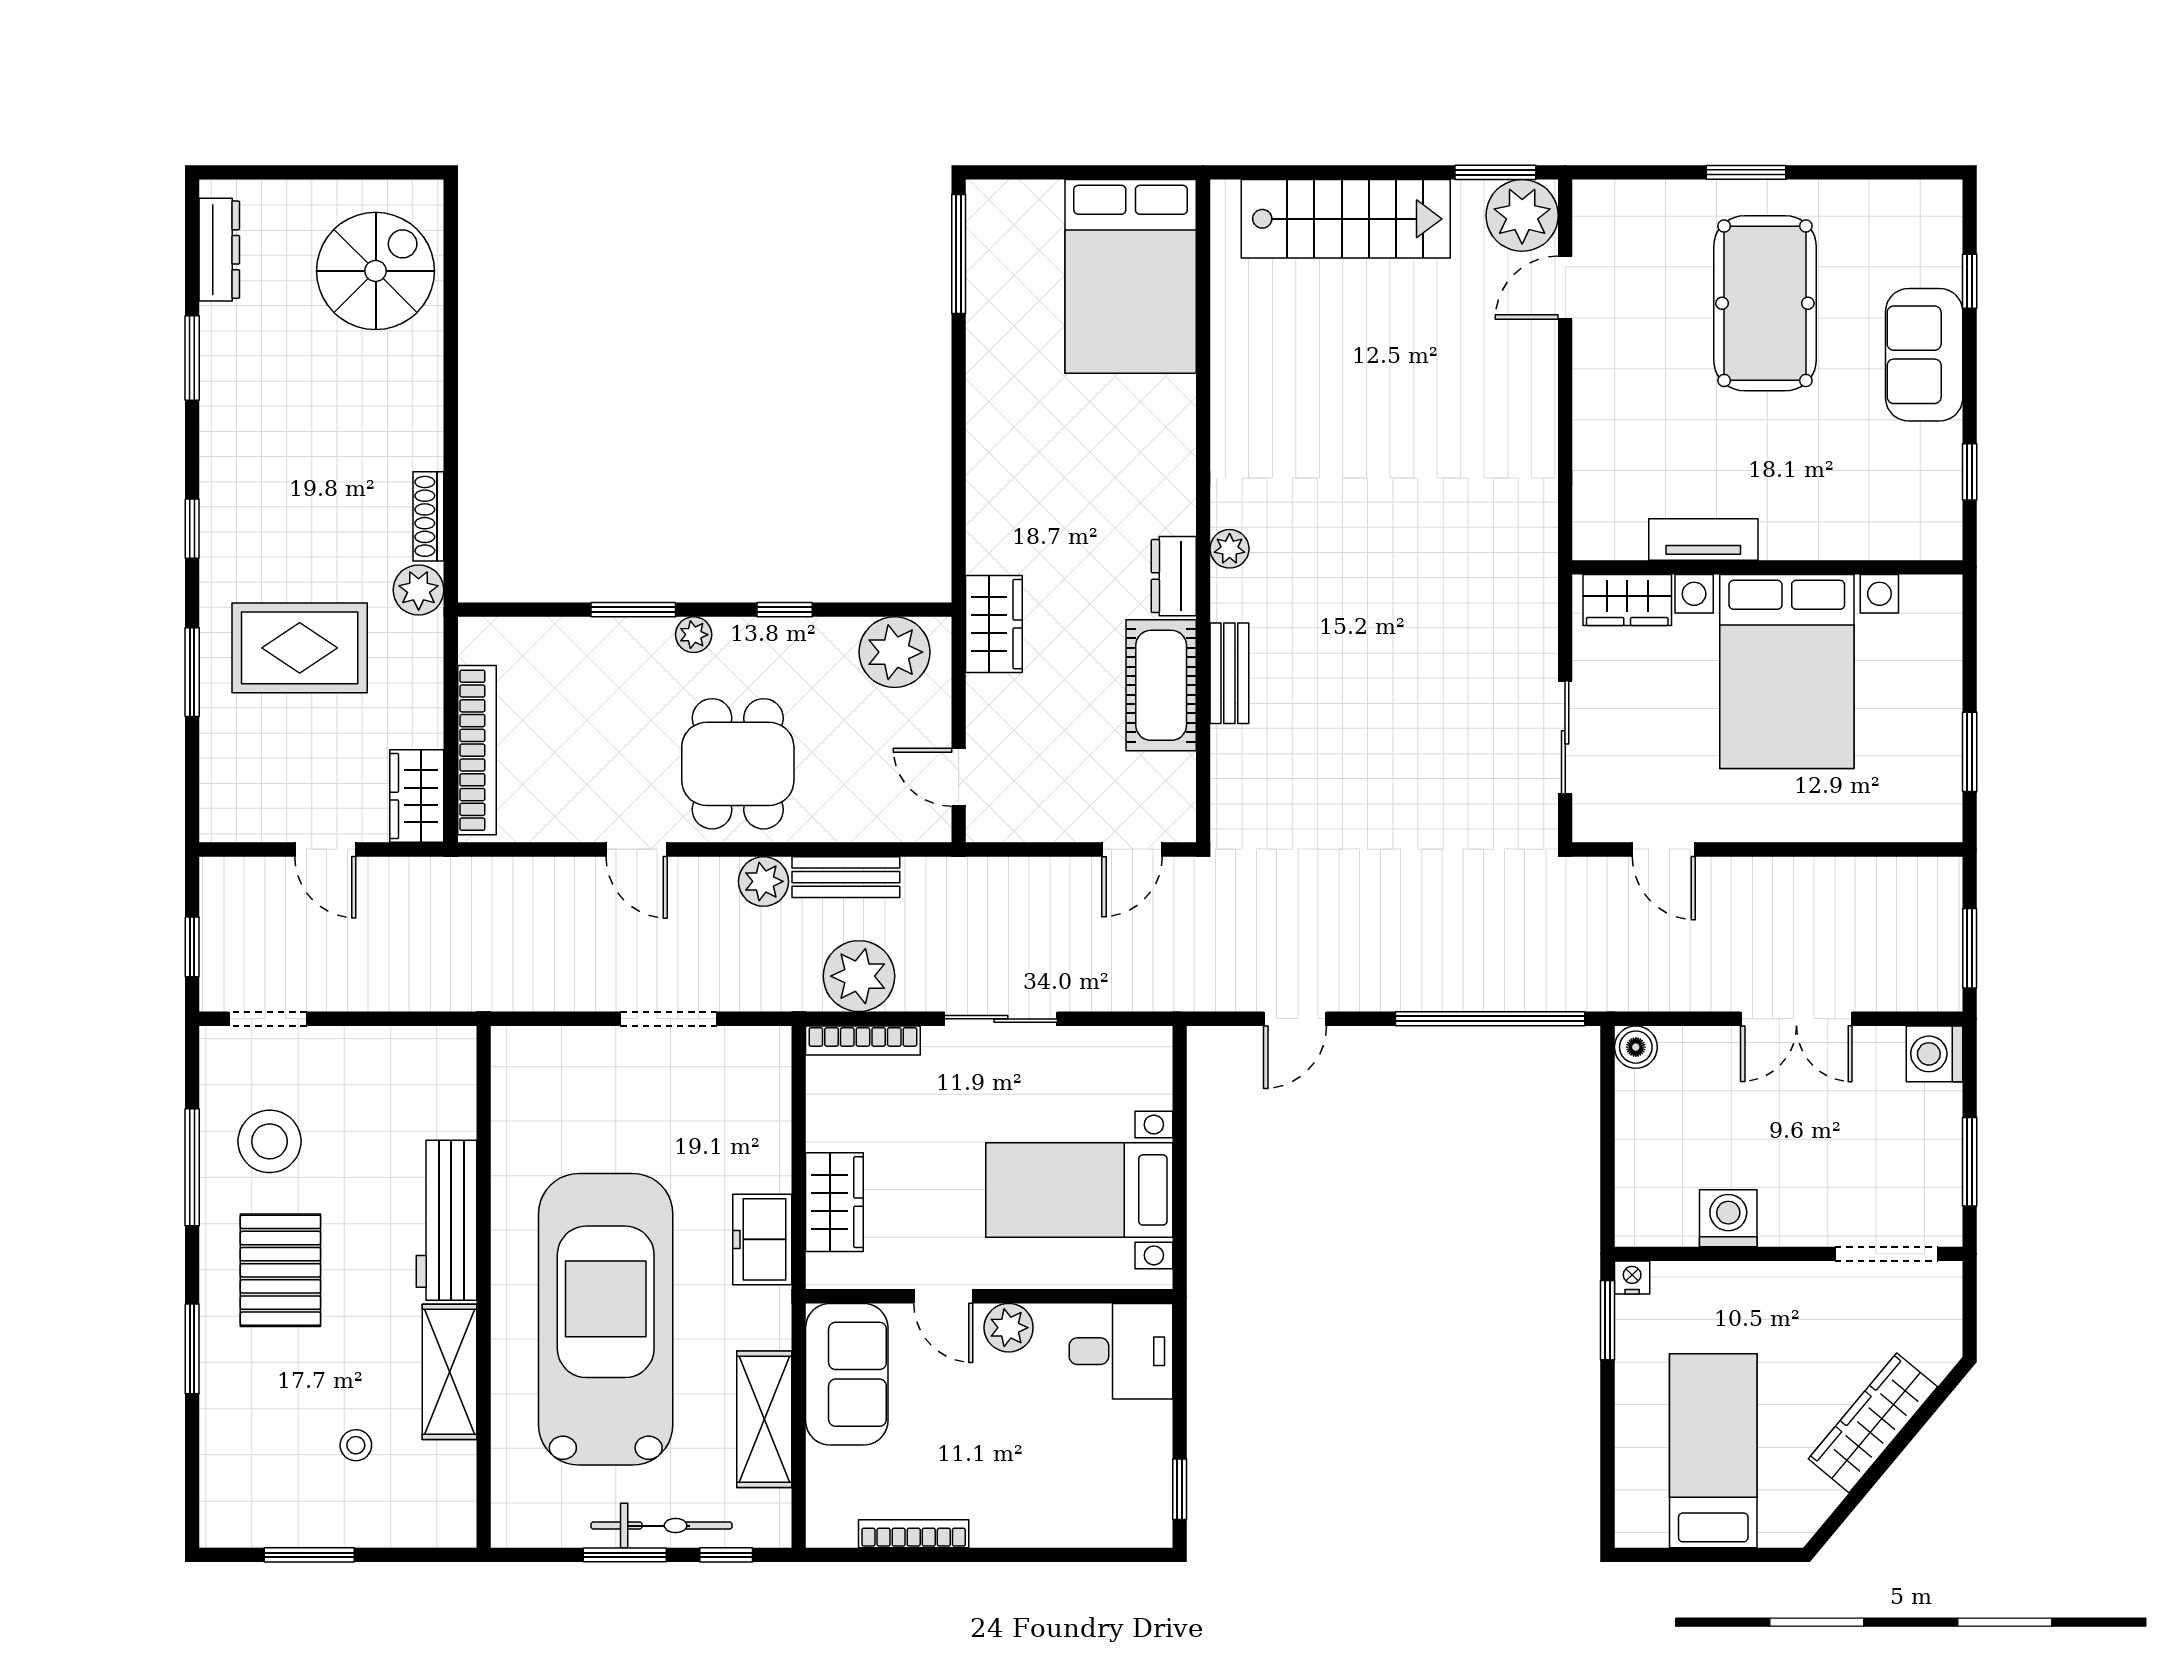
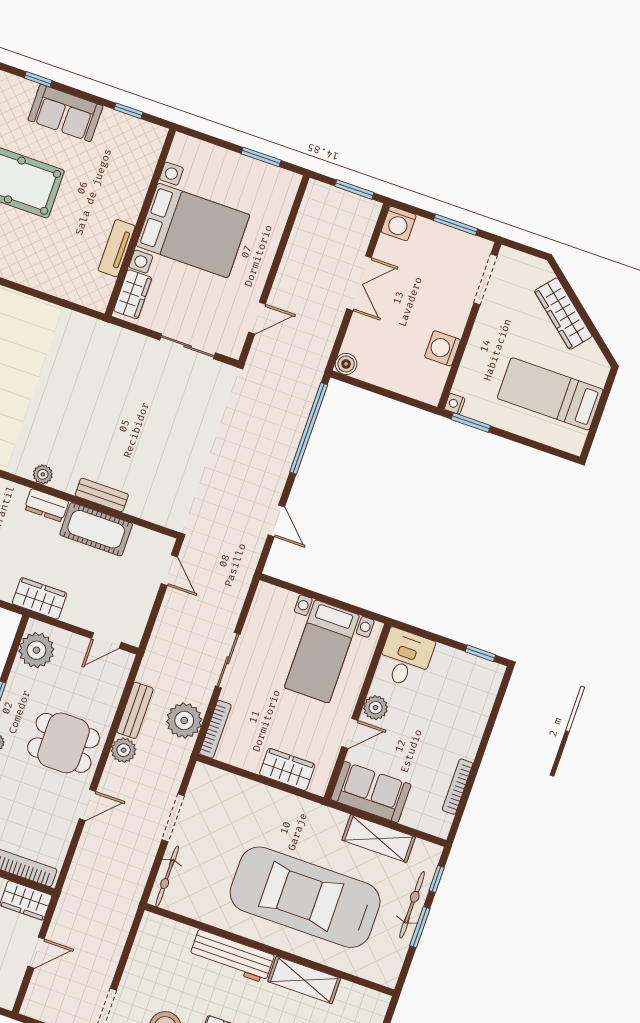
bicycle: (555, 1046) -> (167, 876), added
freezer: (762, 1239) -> (293, 810), removed

